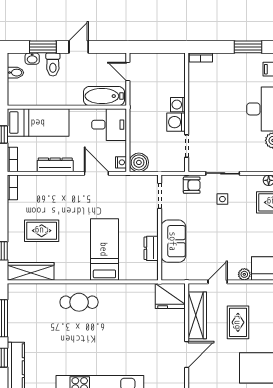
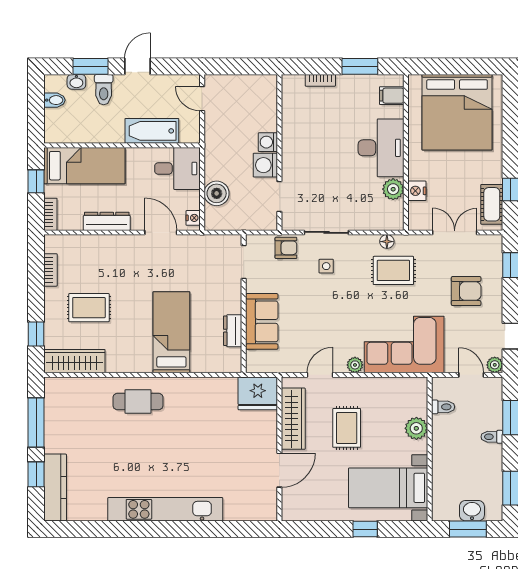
bookcase: (201, 57) -> (320, 80), moved
bathtub: (104, 96) -> (152, 131), moved
boiler: (139, 162) -> (217, 193), moved
bookcase: (12, 187) -> (51, 270), moved

